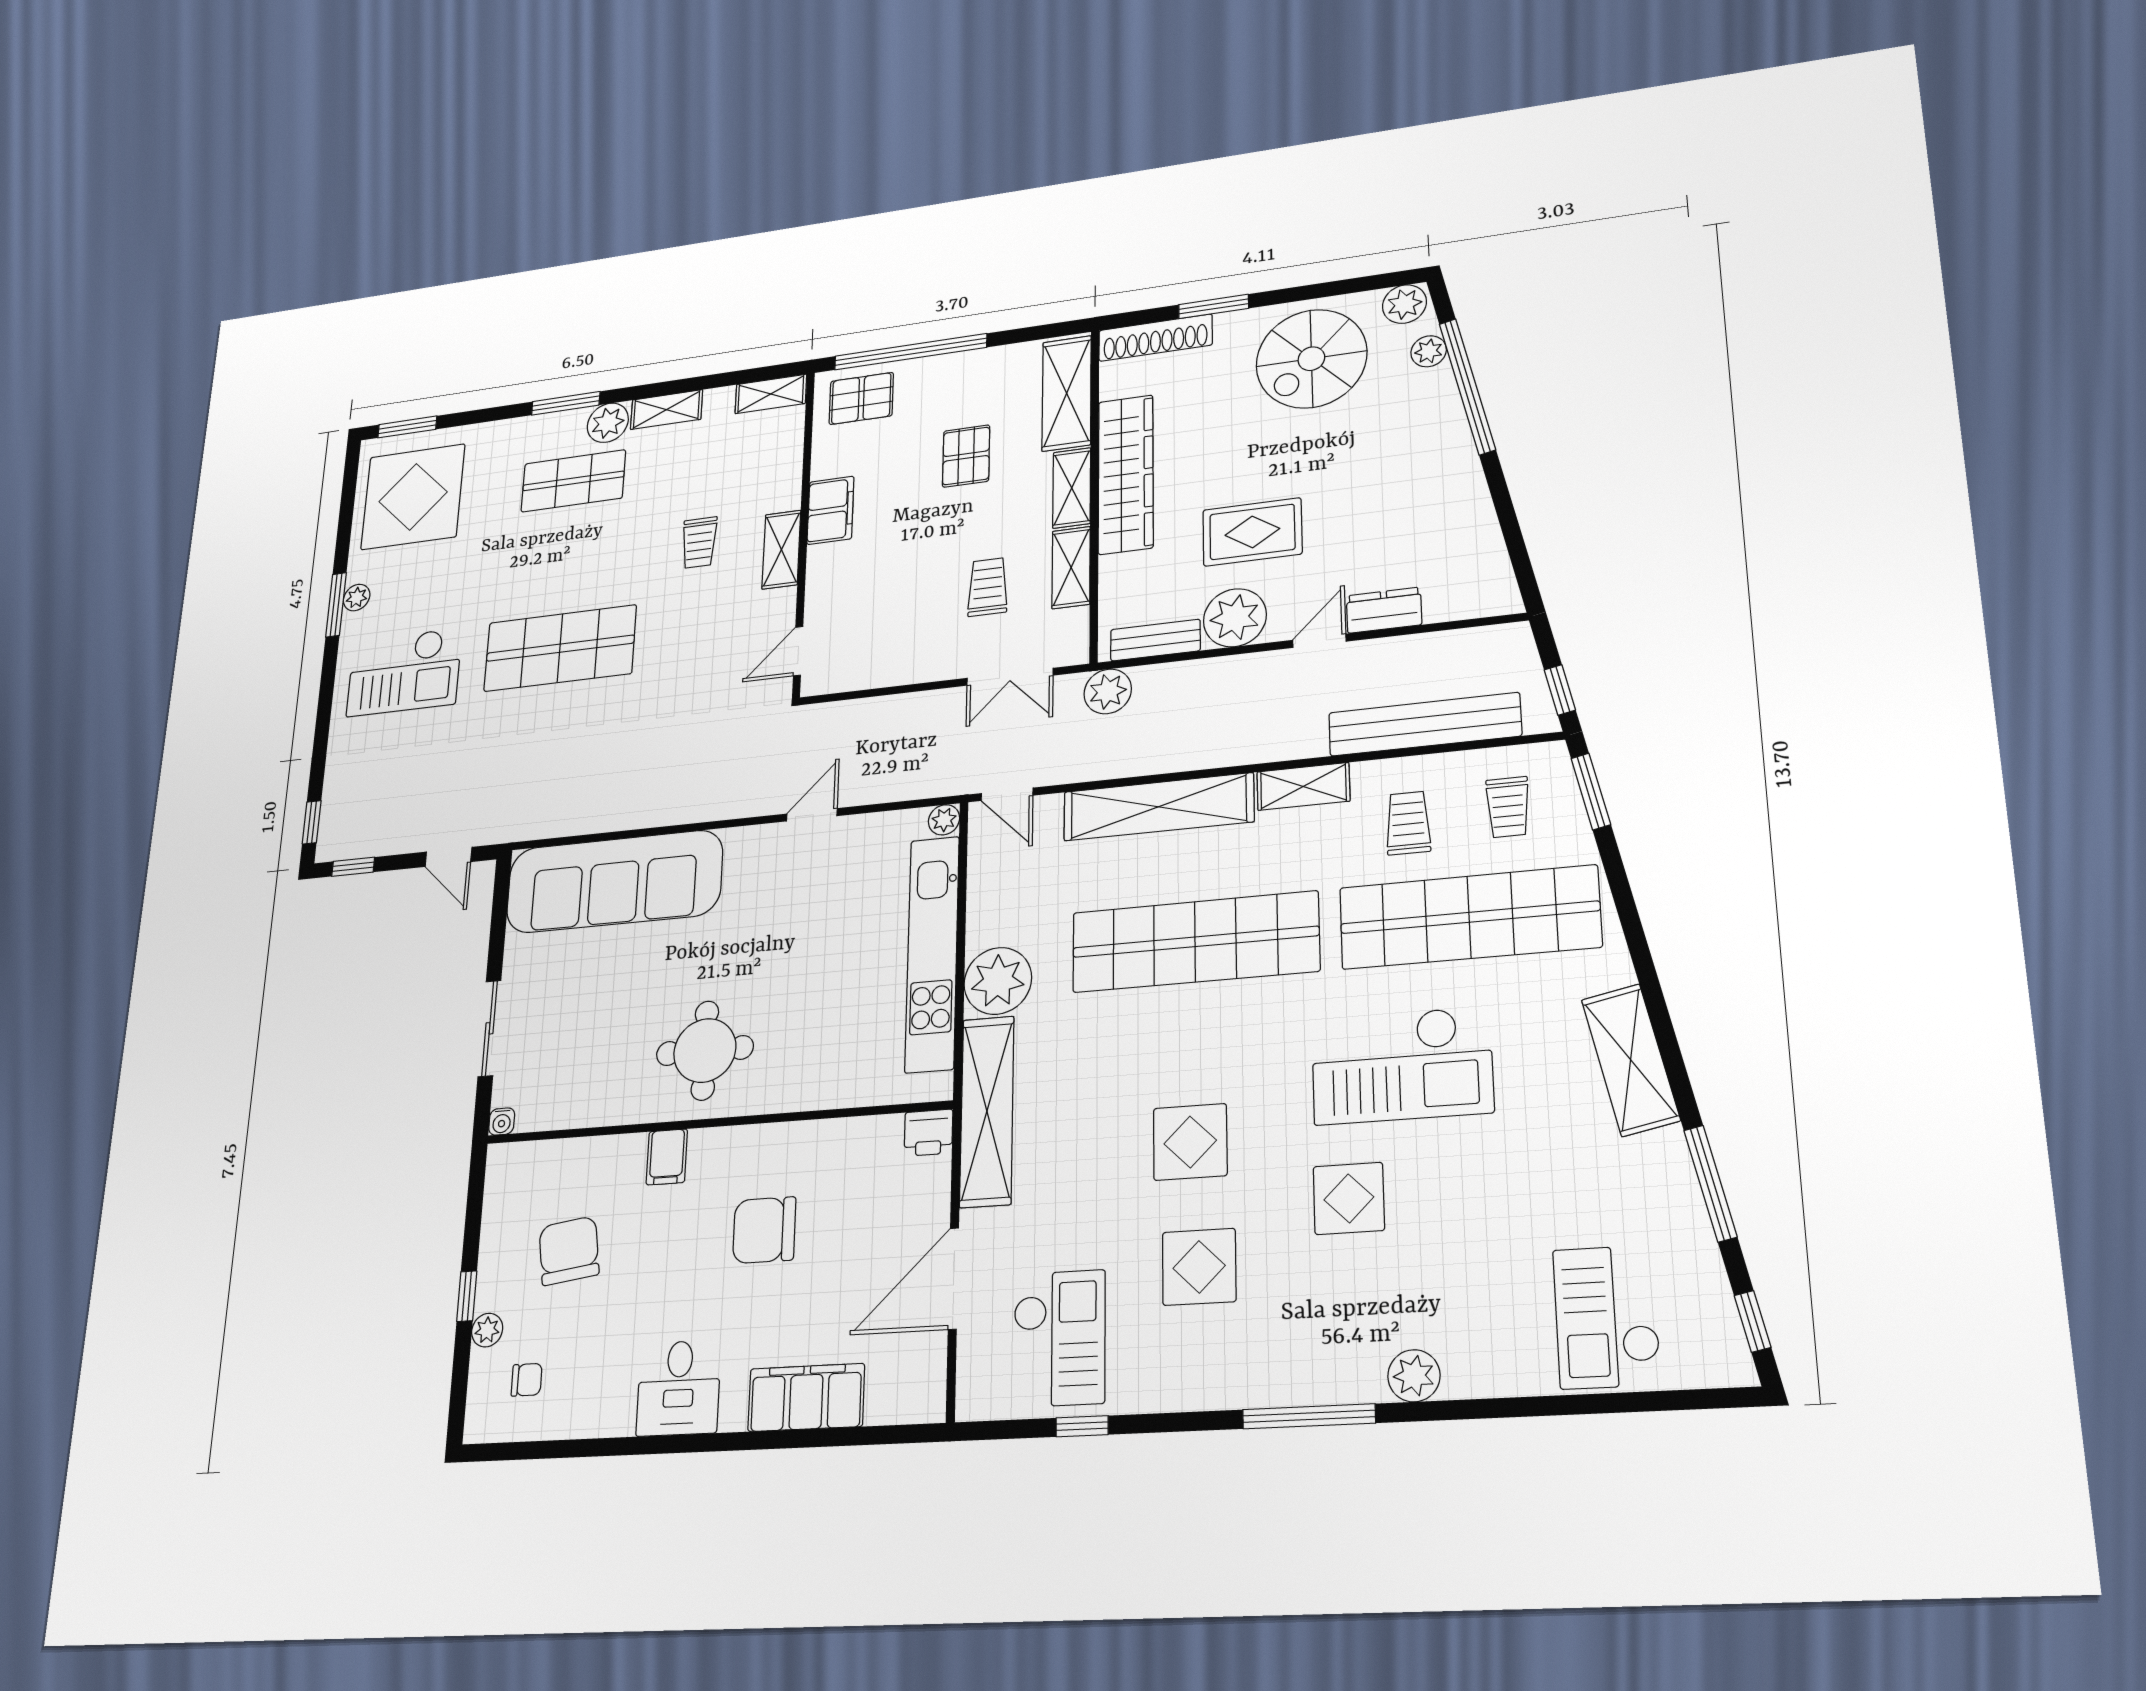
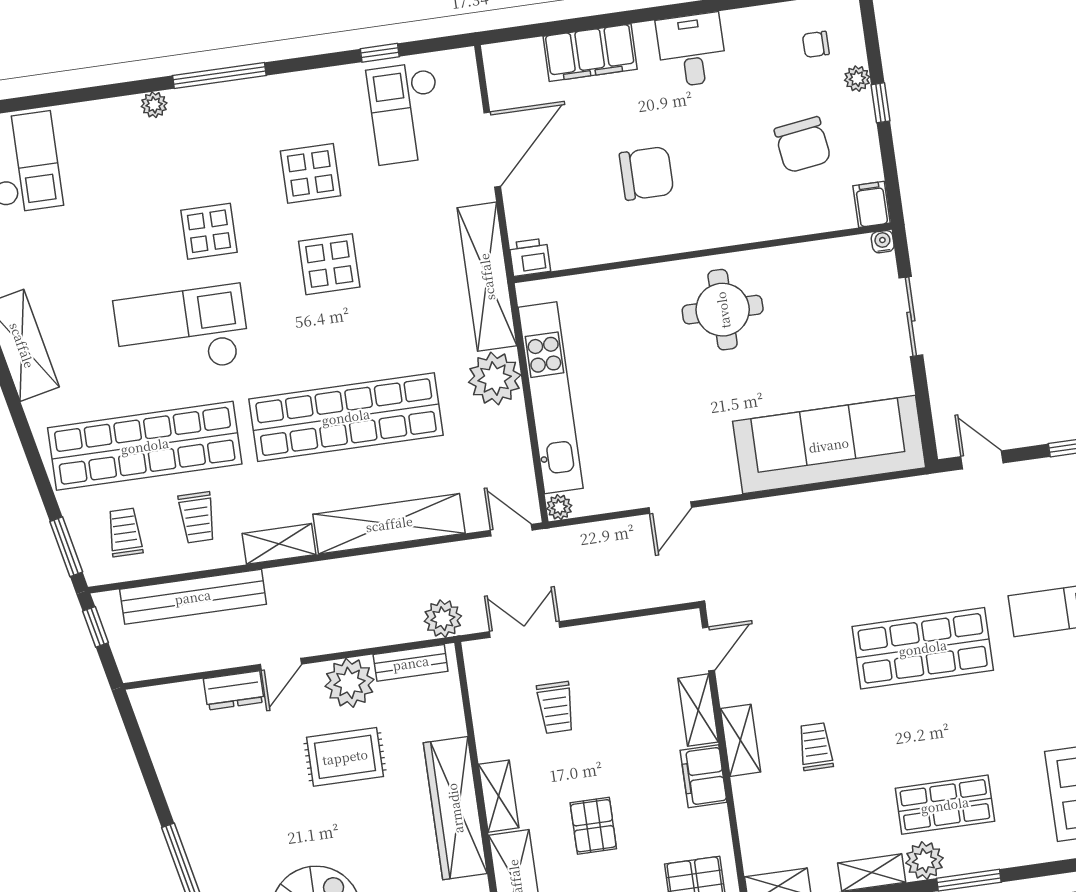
shelving: (1071, 568) -> (698, 710), moved
filing cabinet: (667, 1157) -> (872, 204), moved
plant: (1414, 1376) -> (154, 105), width x0.73, depth x0.73

